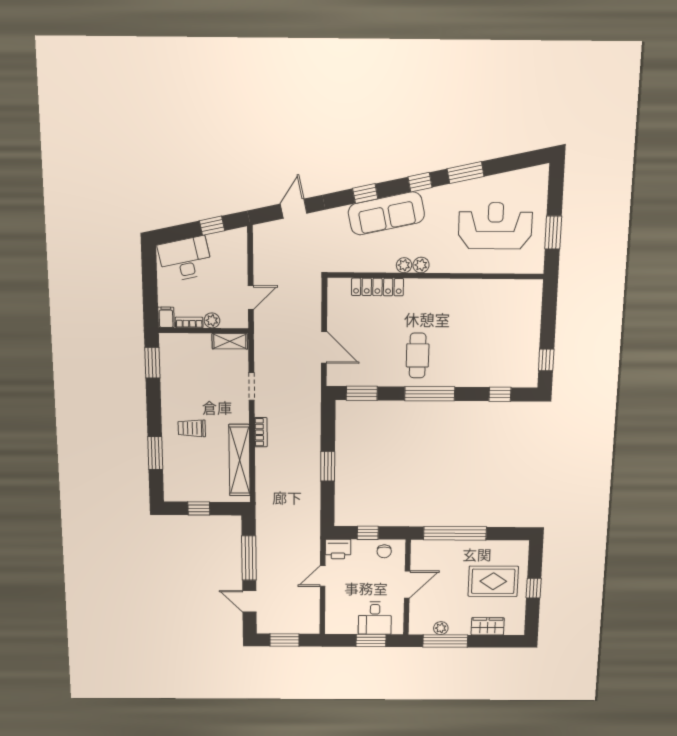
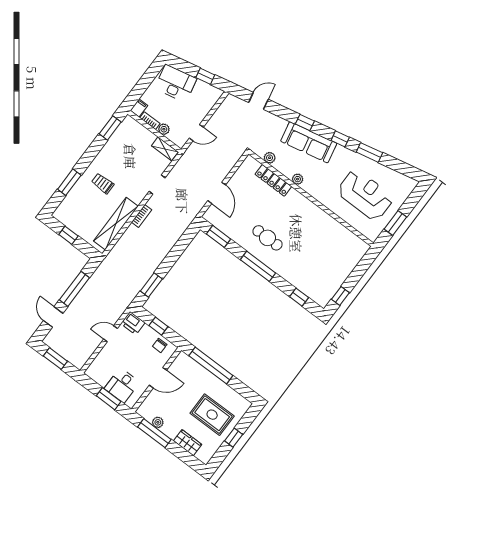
plant: (421, 265) -> (270, 158), moved
cafe table: (418, 355) -> (267, 238), turned 90
window: (328, 466) -> (151, 285), moved

